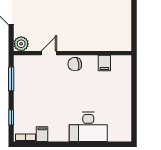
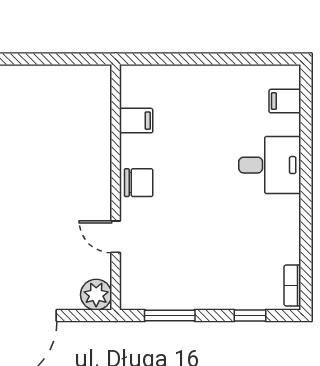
chair: (75, 64) -> (139, 183), turned -81
desk: (88, 127) -> (270, 165), width x0.73
filing cabinet: (42, 134) -> (285, 101), moved

